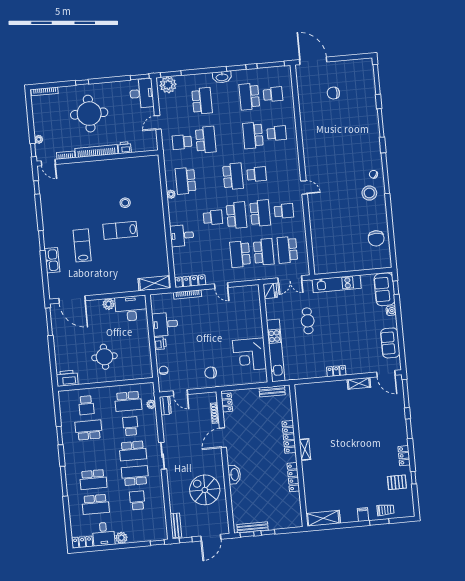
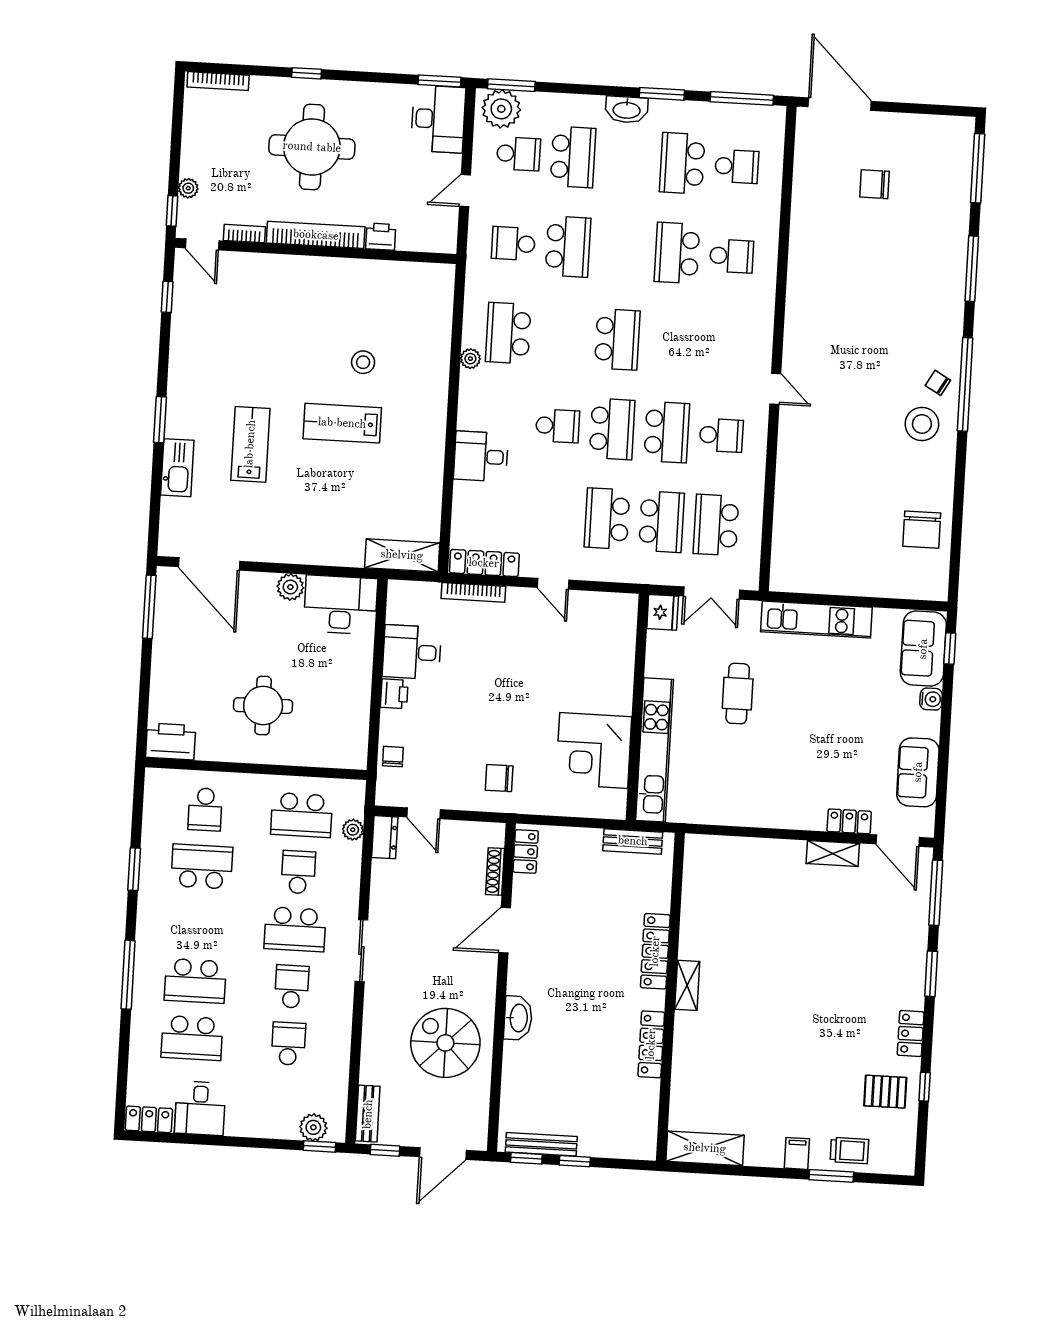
school desk: (257, 174) -> (519, 154), moved
locker: (336, 371) -> (849, 821), moved
school desk: (135, 476) -> (292, 986), width x0.54
plant: (121, 538) -> (313, 1127), moved

